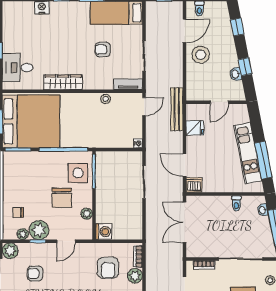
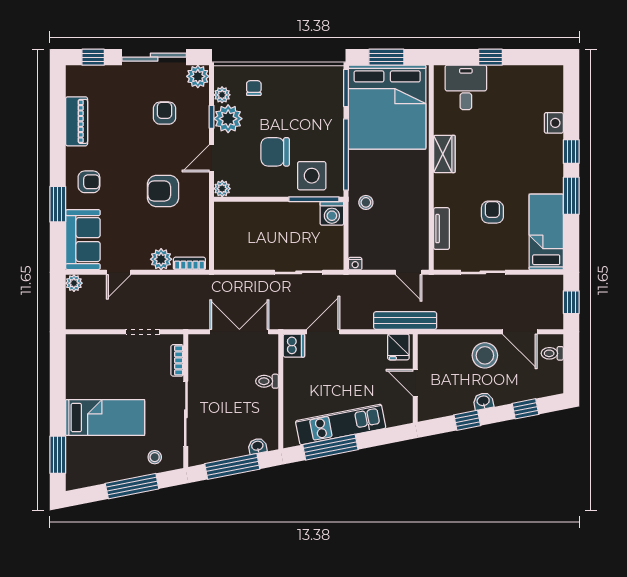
washbasin: (236, 74) -> (483, 401), moved
wardrobe: (63, 82) -> (444, 154), width x0.67
tv unit: (128, 84) -> (441, 229), moved
stool: (106, 99) -> (366, 202), moved
fridge: (195, 128) -> (398, 347), moved
toilet: (236, 203) -> (267, 381), moved
plant: (87, 214) -> (222, 189), moved
washing machine: (104, 232) -> (332, 213), moved
door: (66, 241) -> (212, 158), hinge flipped
armchair: (108, 268) -> (163, 191), moved

